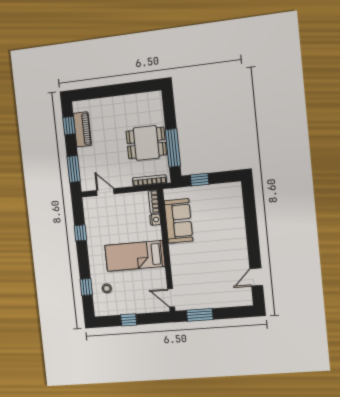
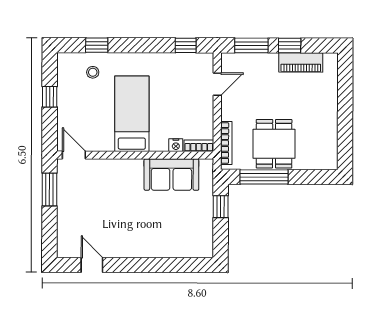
window: (69, 126) -> (290, 46), moved
window: (80, 233) -> (186, 45), moved
door: (171, 298) -> (74, 155), hinge flipped

